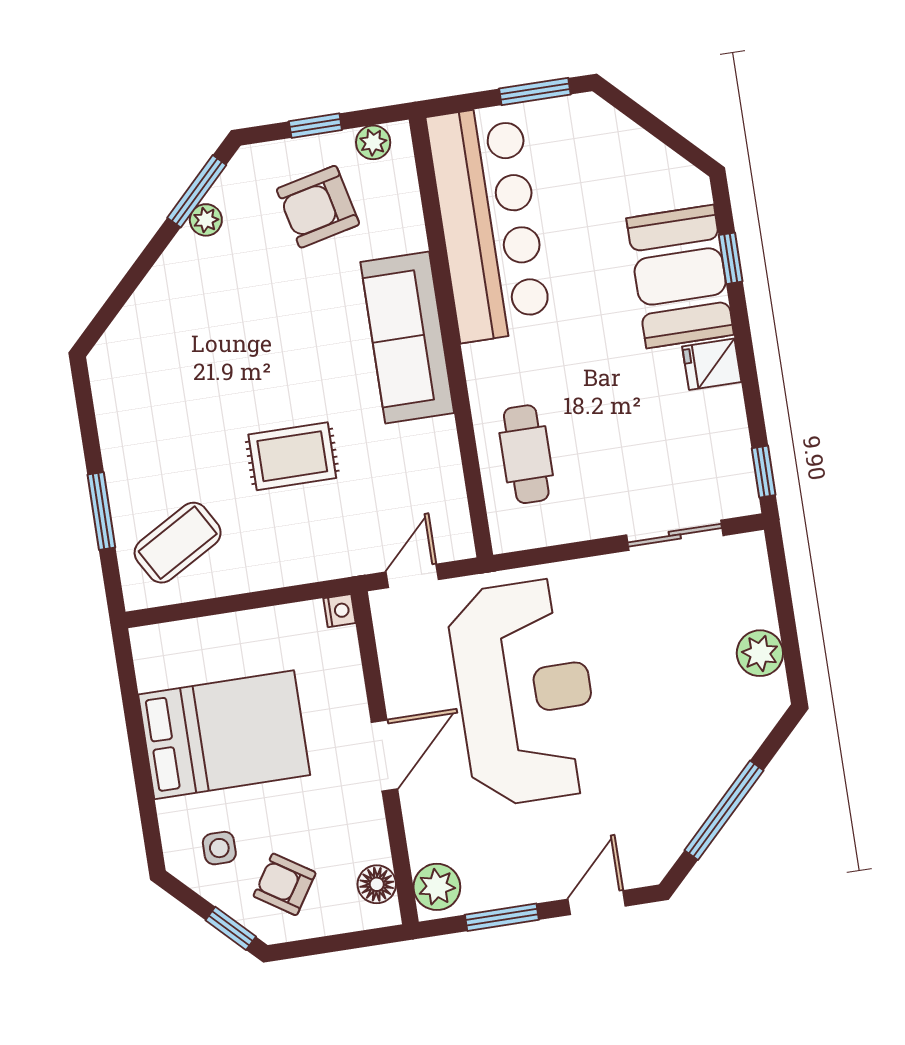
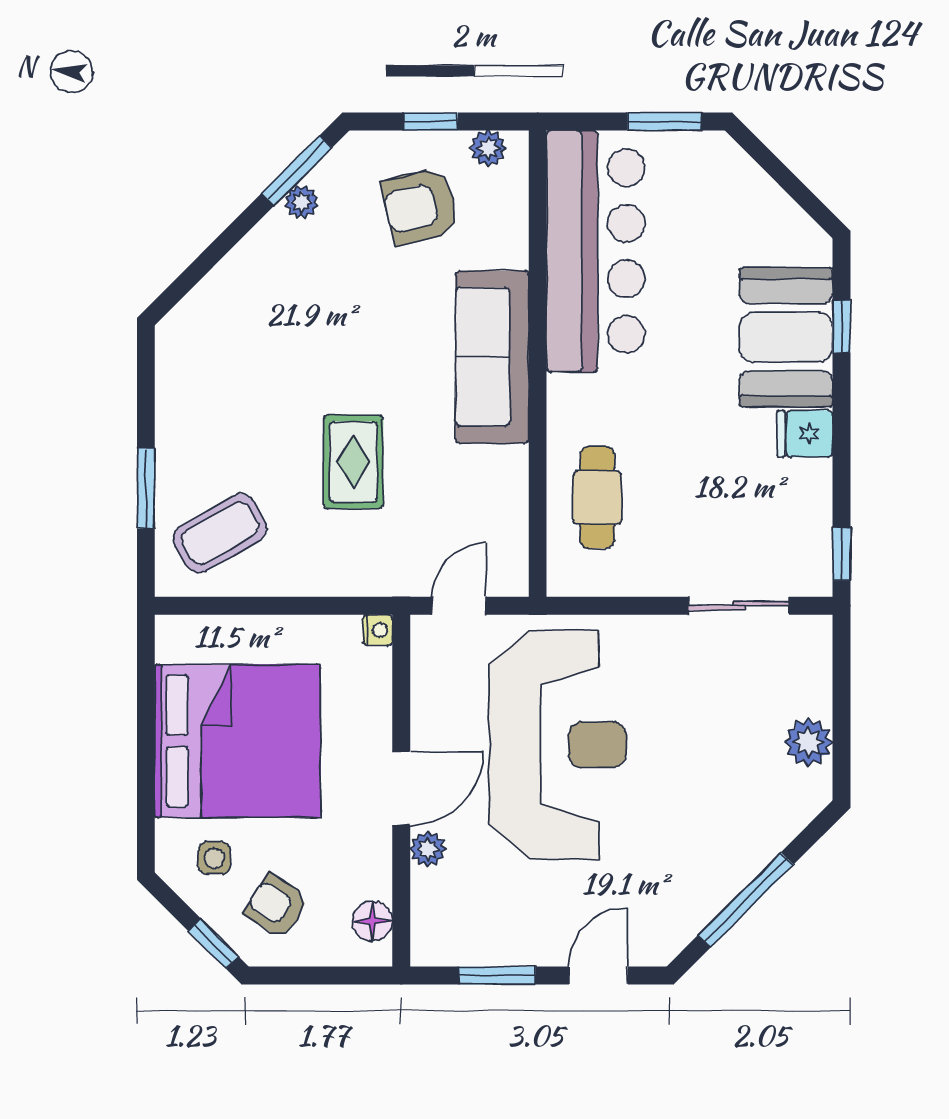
rug: (292, 456) -> (353, 462), turned 90
bed: (224, 735) -> (238, 741), width x1.36
plant: (437, 887) -> (428, 849), moved, width x0.73, depth x0.73

